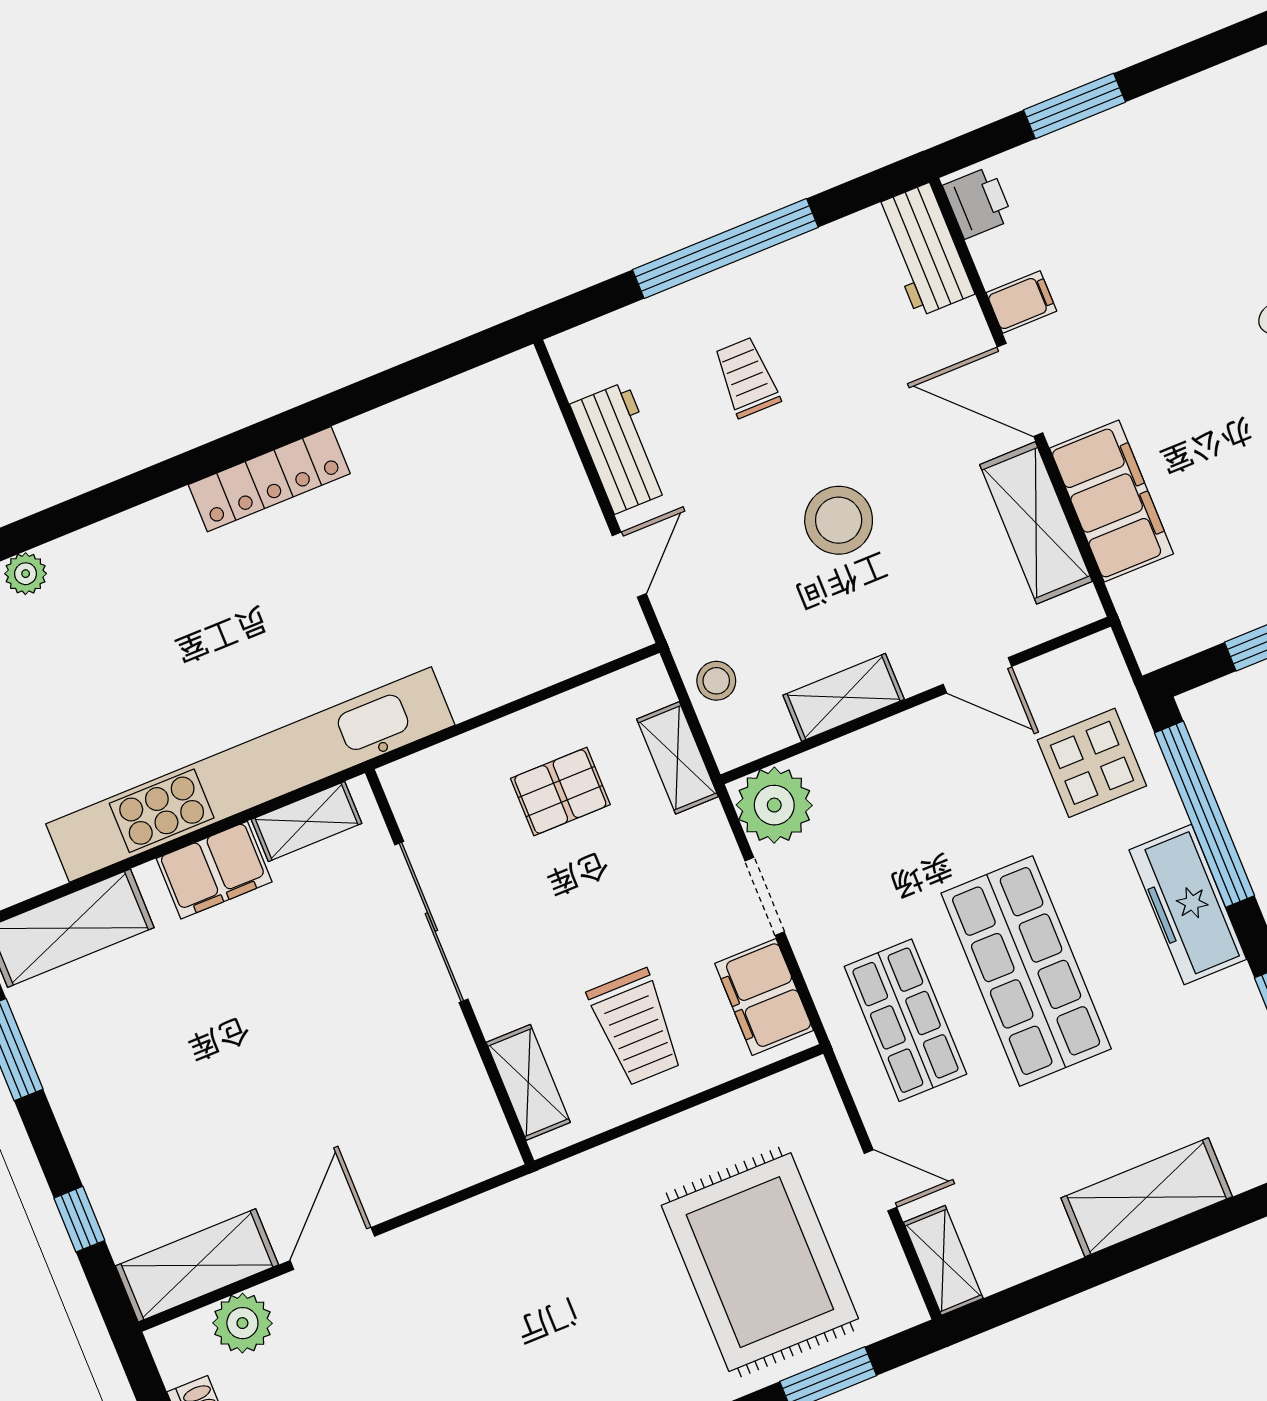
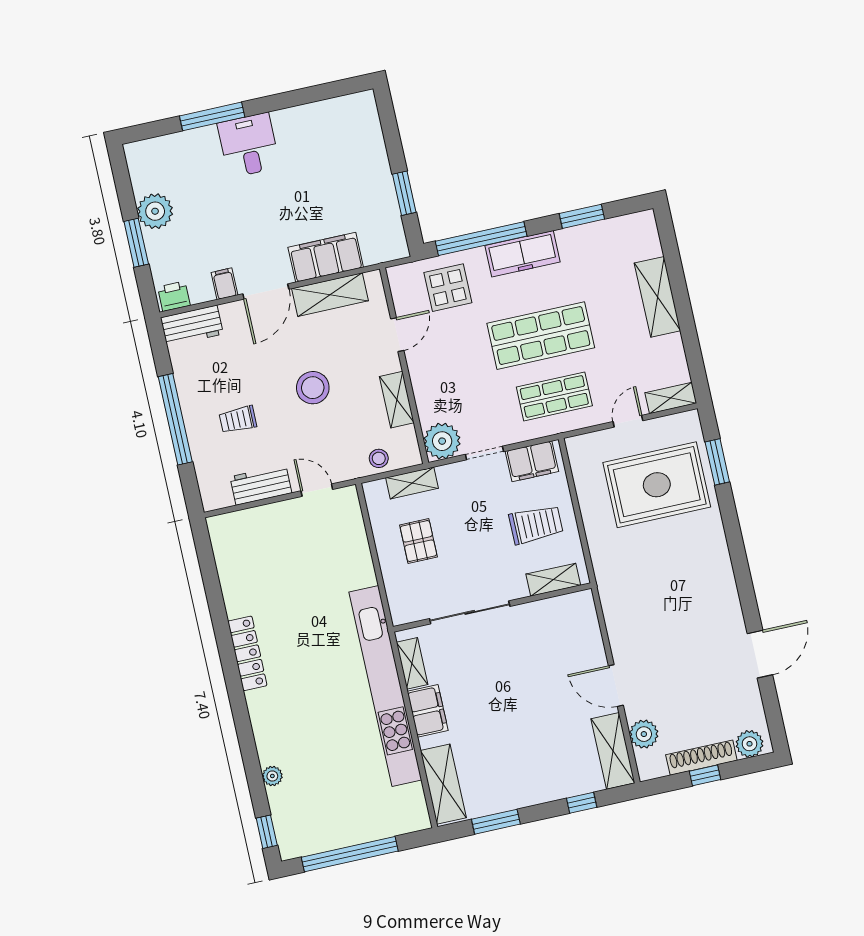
plant: (1146, 134) -> (155, 211), added

